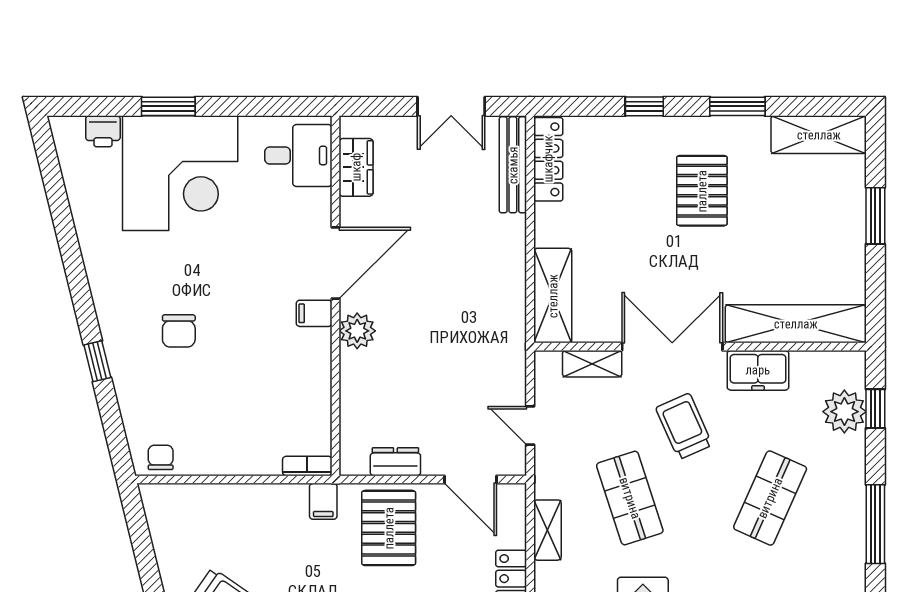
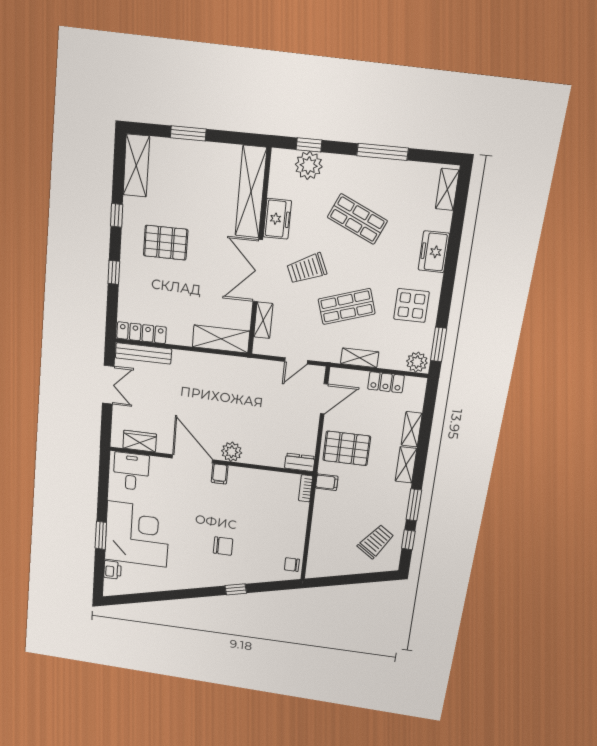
window: (737, 106) -> (117, 215), width x0.67
dresser: (395, 462) -> (300, 462), moved, turned 90

